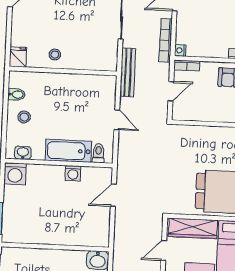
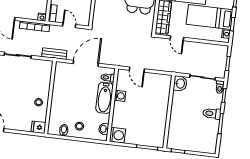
bench: (128, 72) -> (54, 54), width x0.73
door: (117, 120) -> (86, 63), width x1.88

